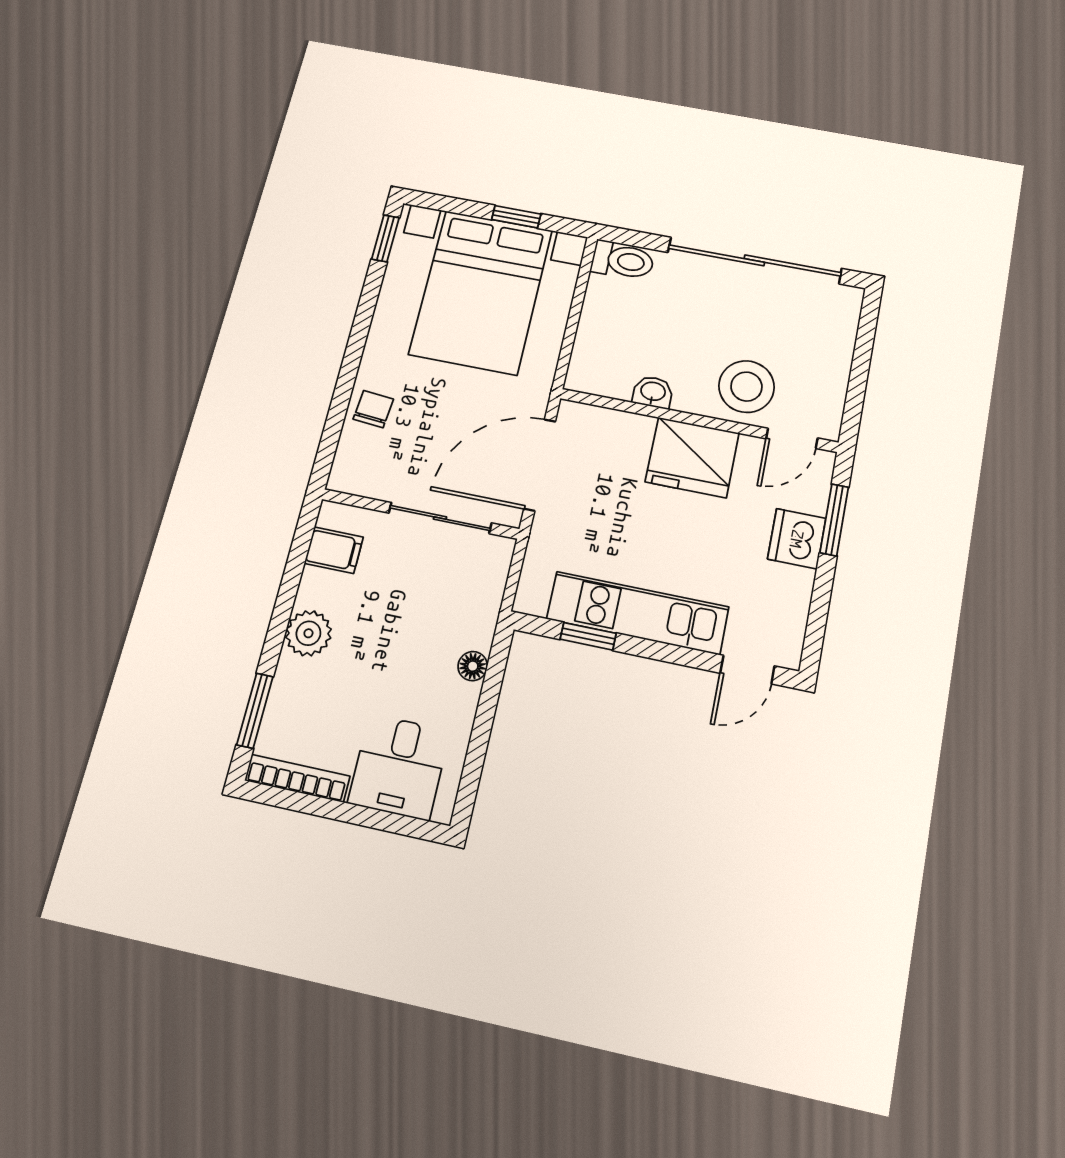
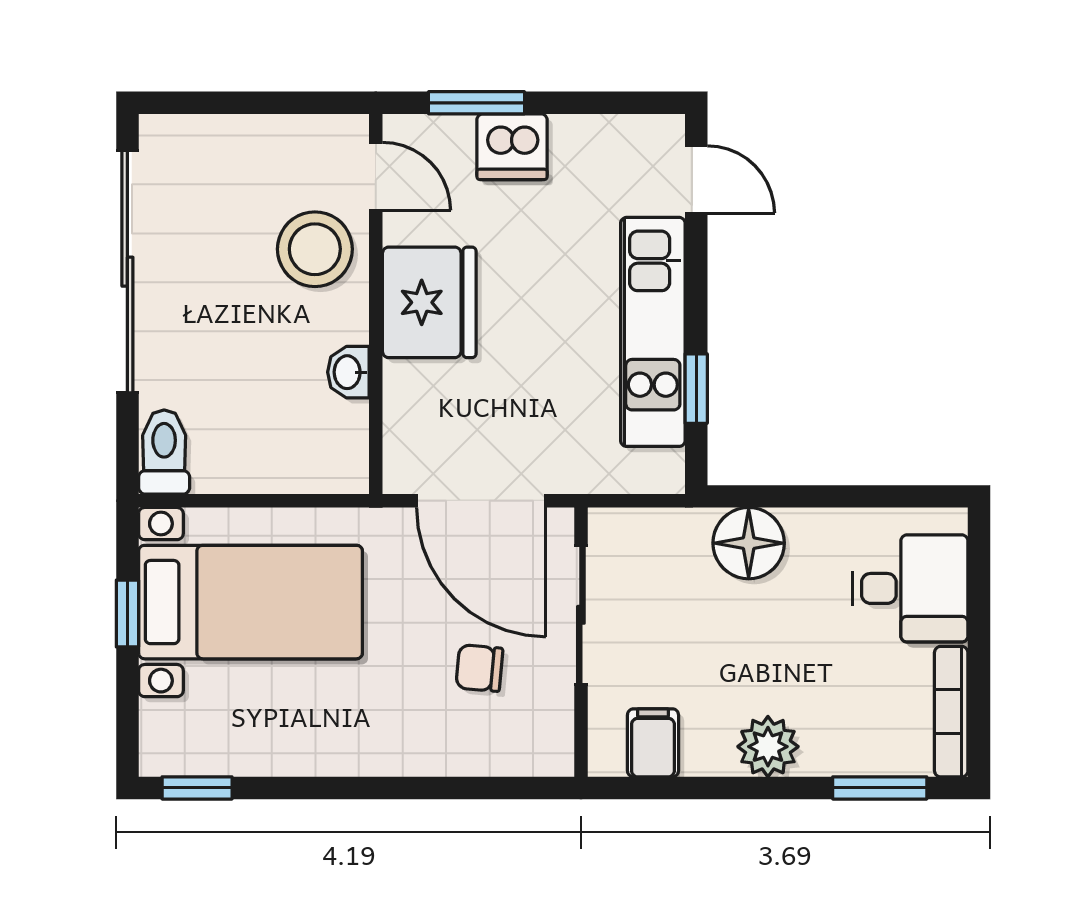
bed with nightstands: (481, 292) -> (250, 602), width x0.73
chair: (373, 409) -> (479, 668), moved
floor lamp: (473, 666) -> (749, 543), width x1.89, depth x1.89

